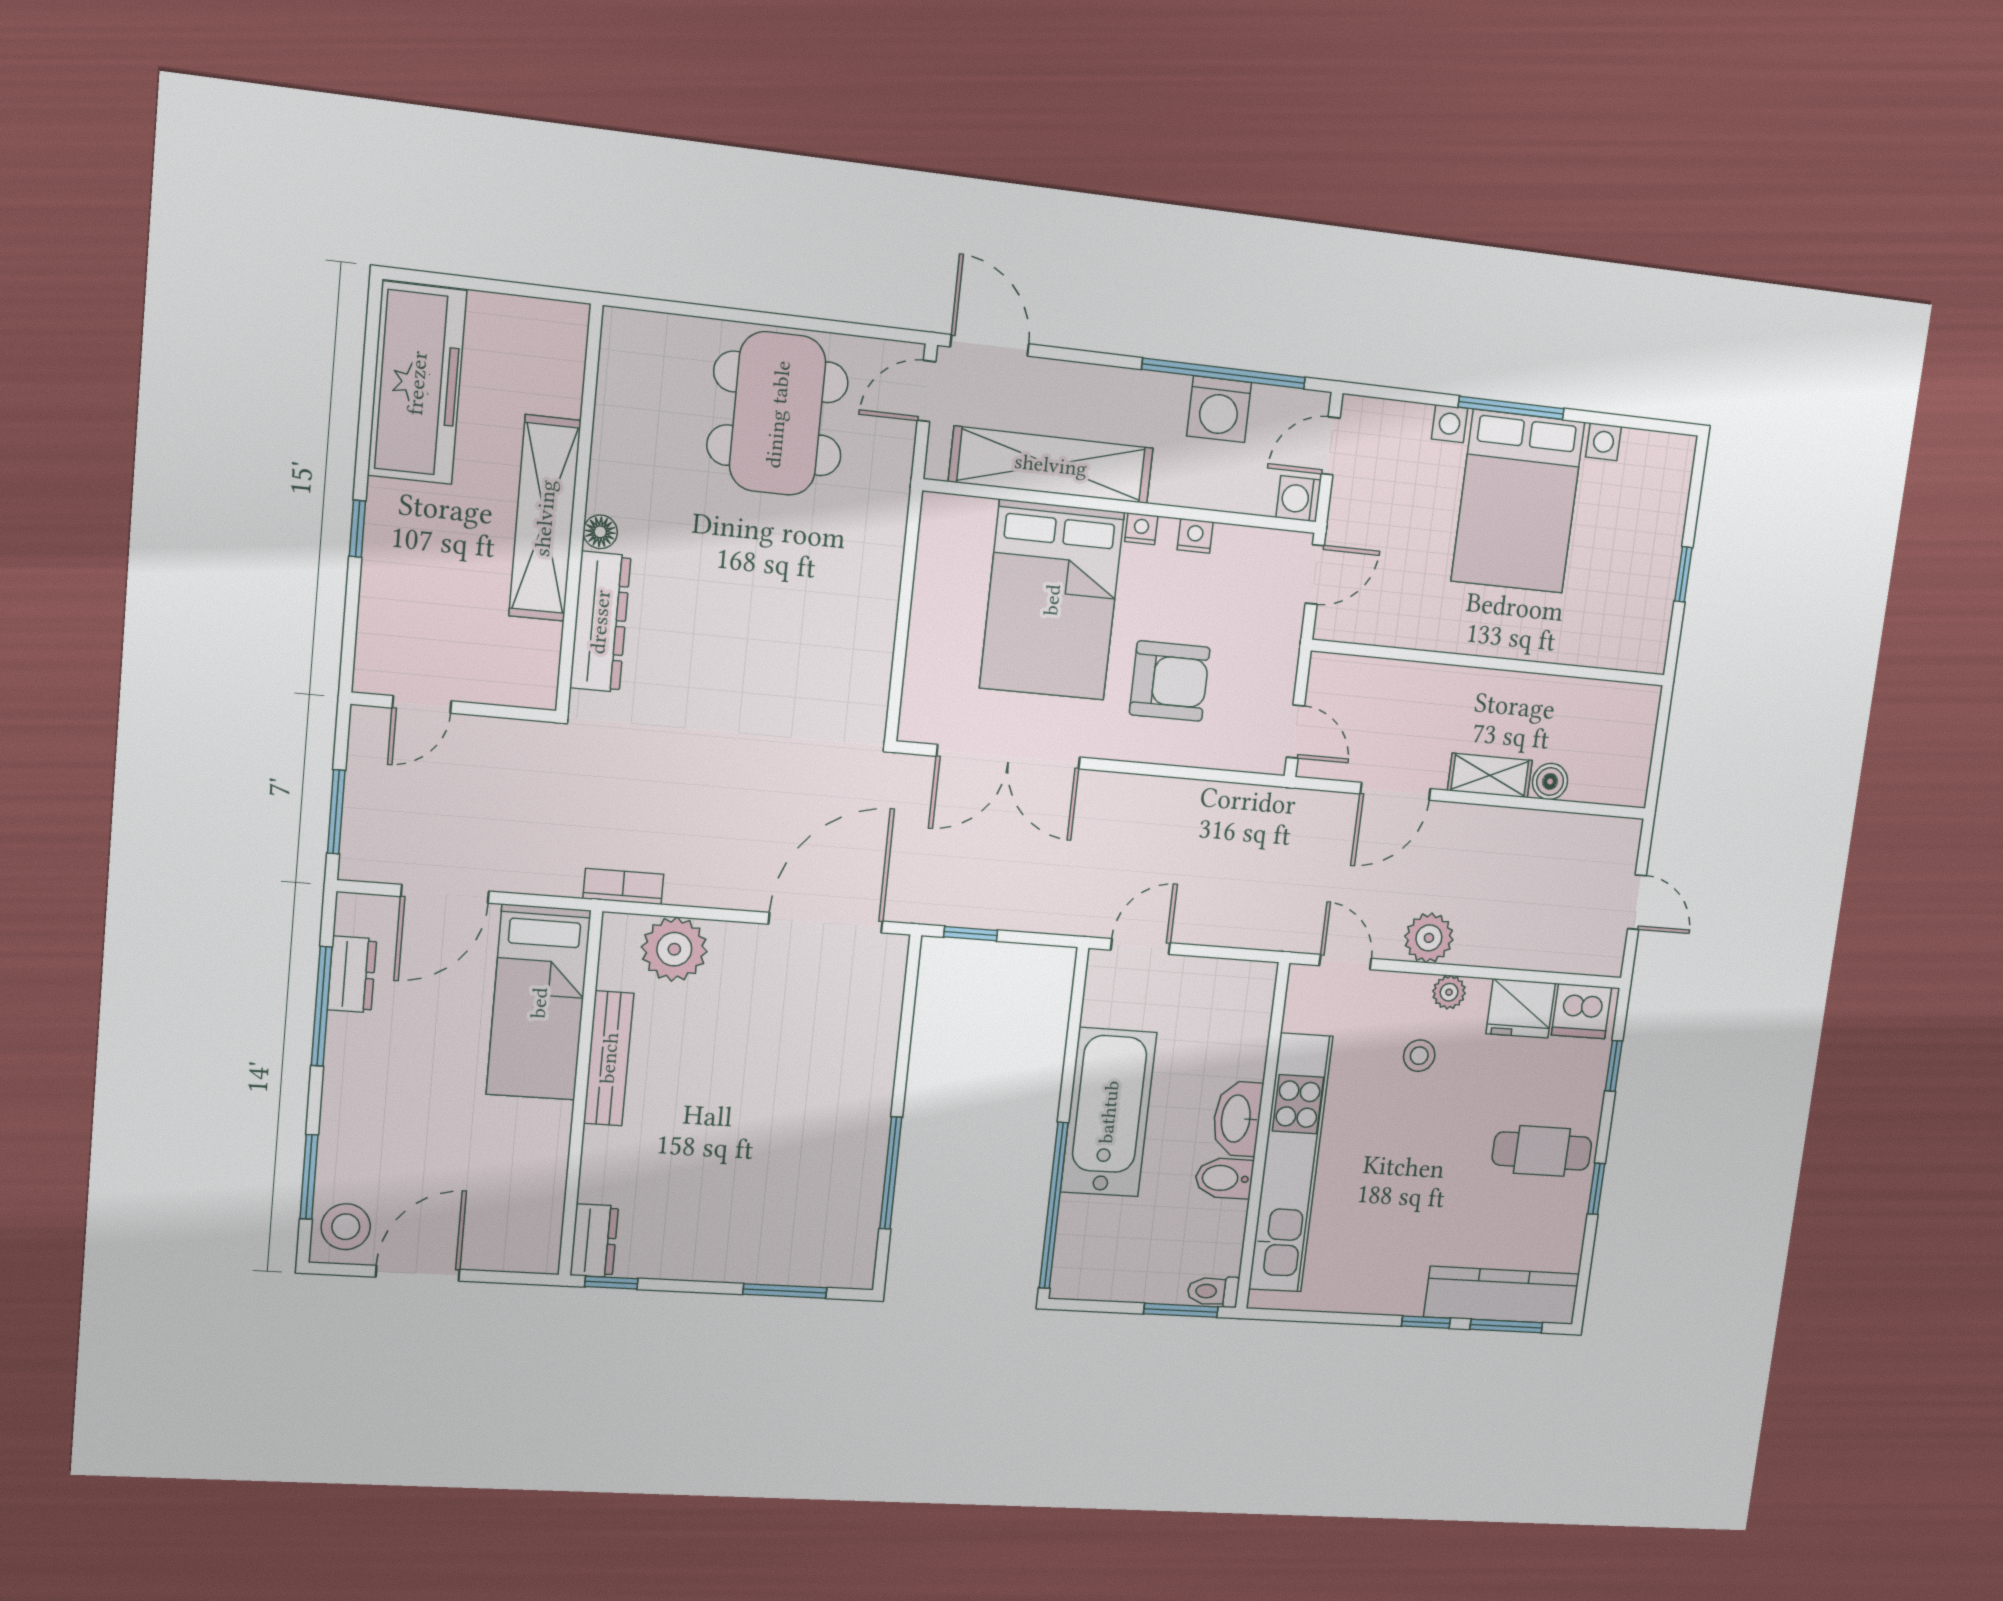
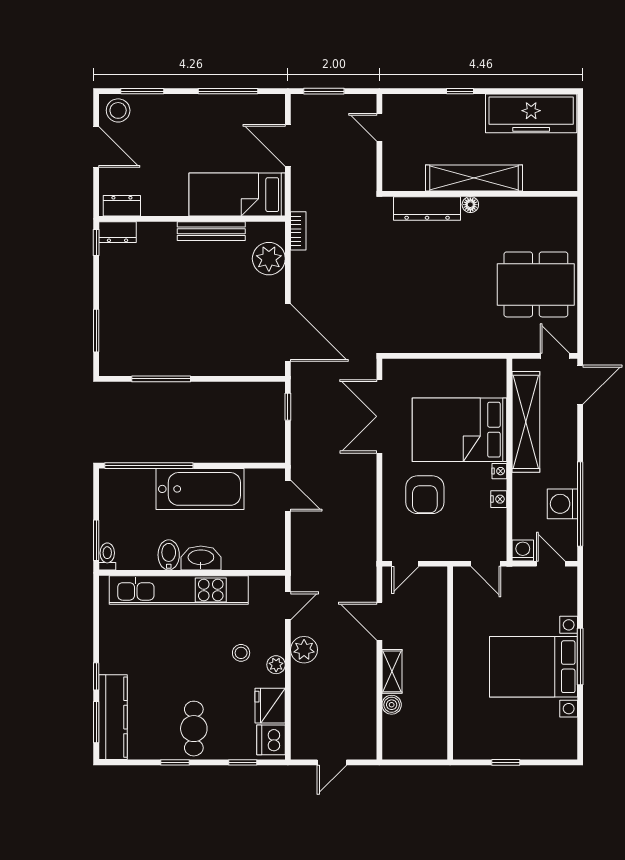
dresser: (352, 974) -> (122, 206), moved, turned 180

